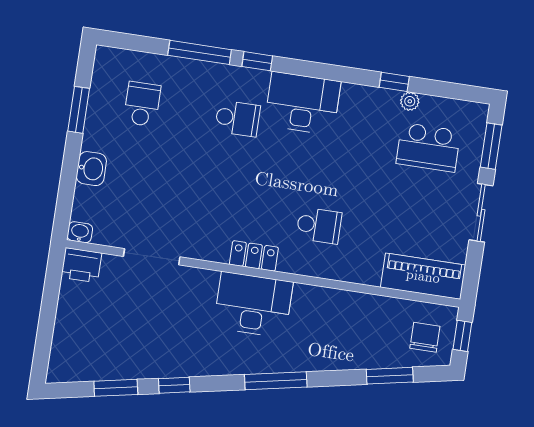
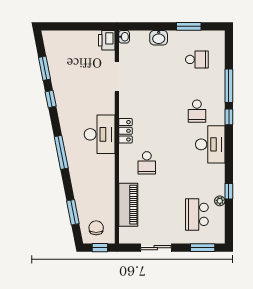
sliding door: (481, 213) -> (156, 248), moved
piano: (423, 276) -> (128, 205), moved
chair: (425, 337) -> (96, 228), turned -90

